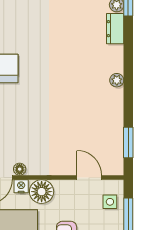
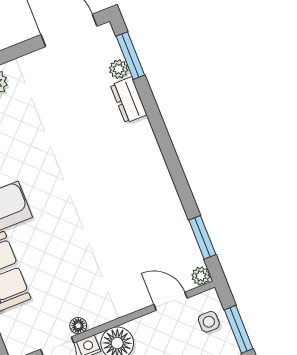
plant: (117, 80) -> (201, 276), moved

